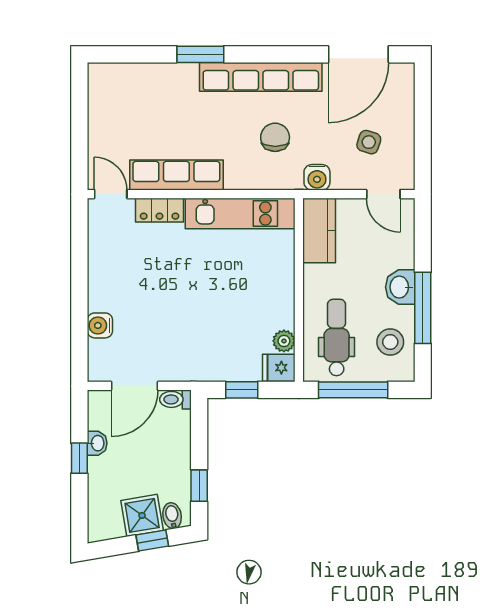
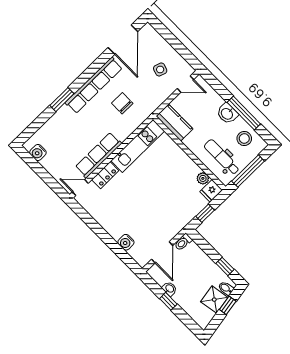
water cooler: (317, 177) -> (38, 152), moved, turned 90

